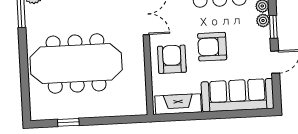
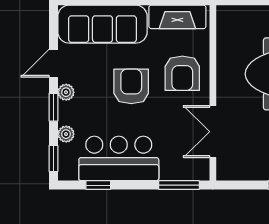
plant: (263, 20) -> (66, 92), moved
armchair: (212, 47) -> (131, 86), turned -90

